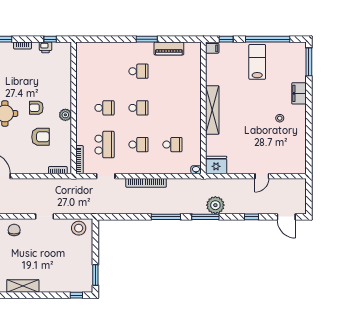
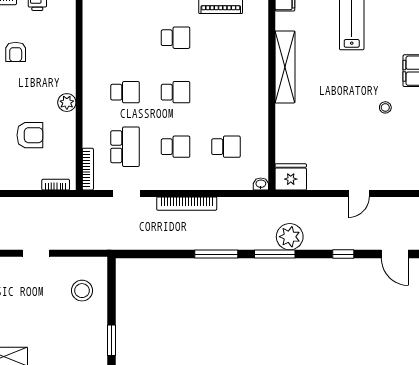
armchair: (36, 108) -> (16, 52), moved, turned -90
shelving: (212, 110) -> (285, 67), moved
stool: (79, 228) -> (82, 291), moved

